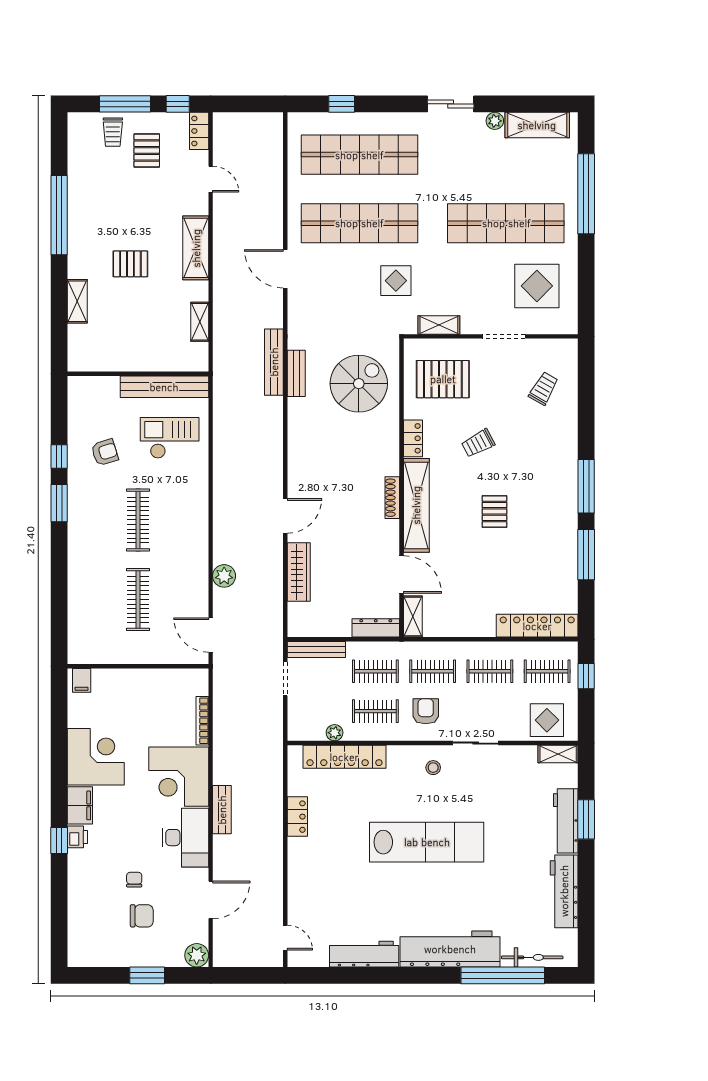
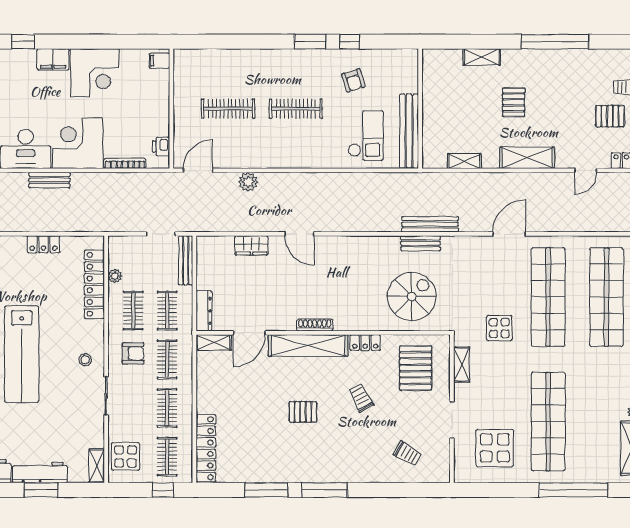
spiral stairs: (359, 384) -> (412, 296), turned -90
wardrobe: (299, 572) -> (251, 245), width x0.67
printer: (77, 837) -> (161, 147), moved, turned 90

